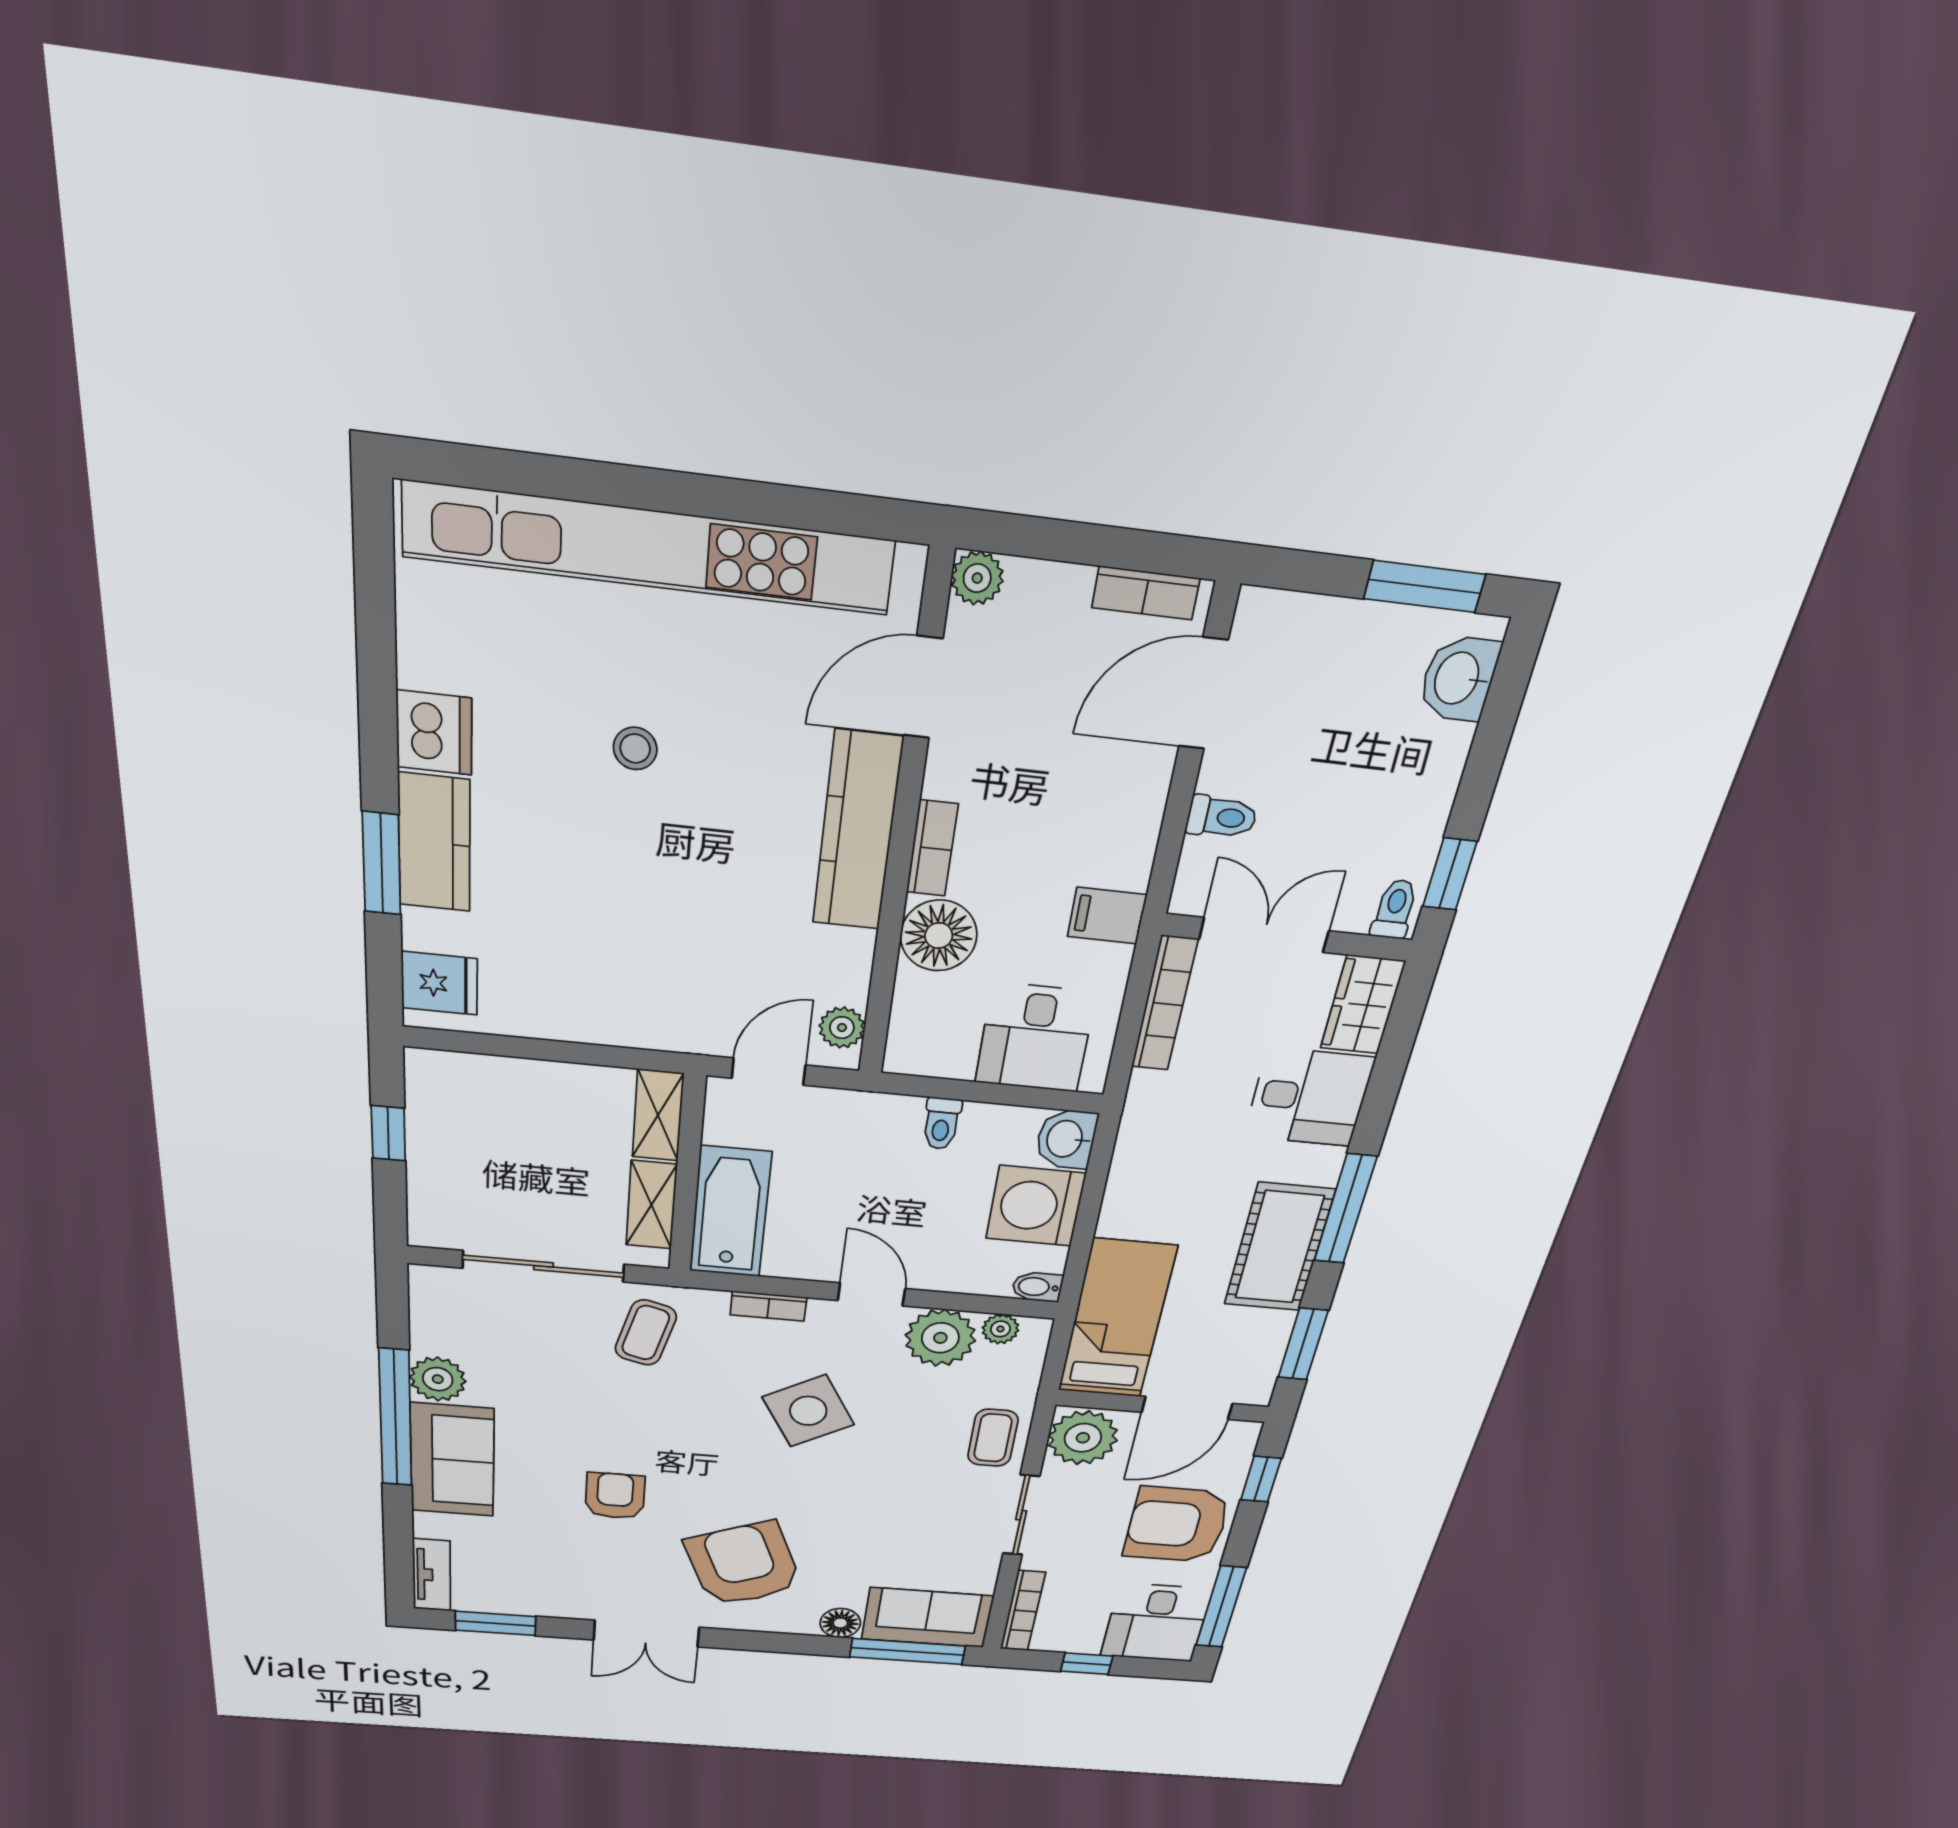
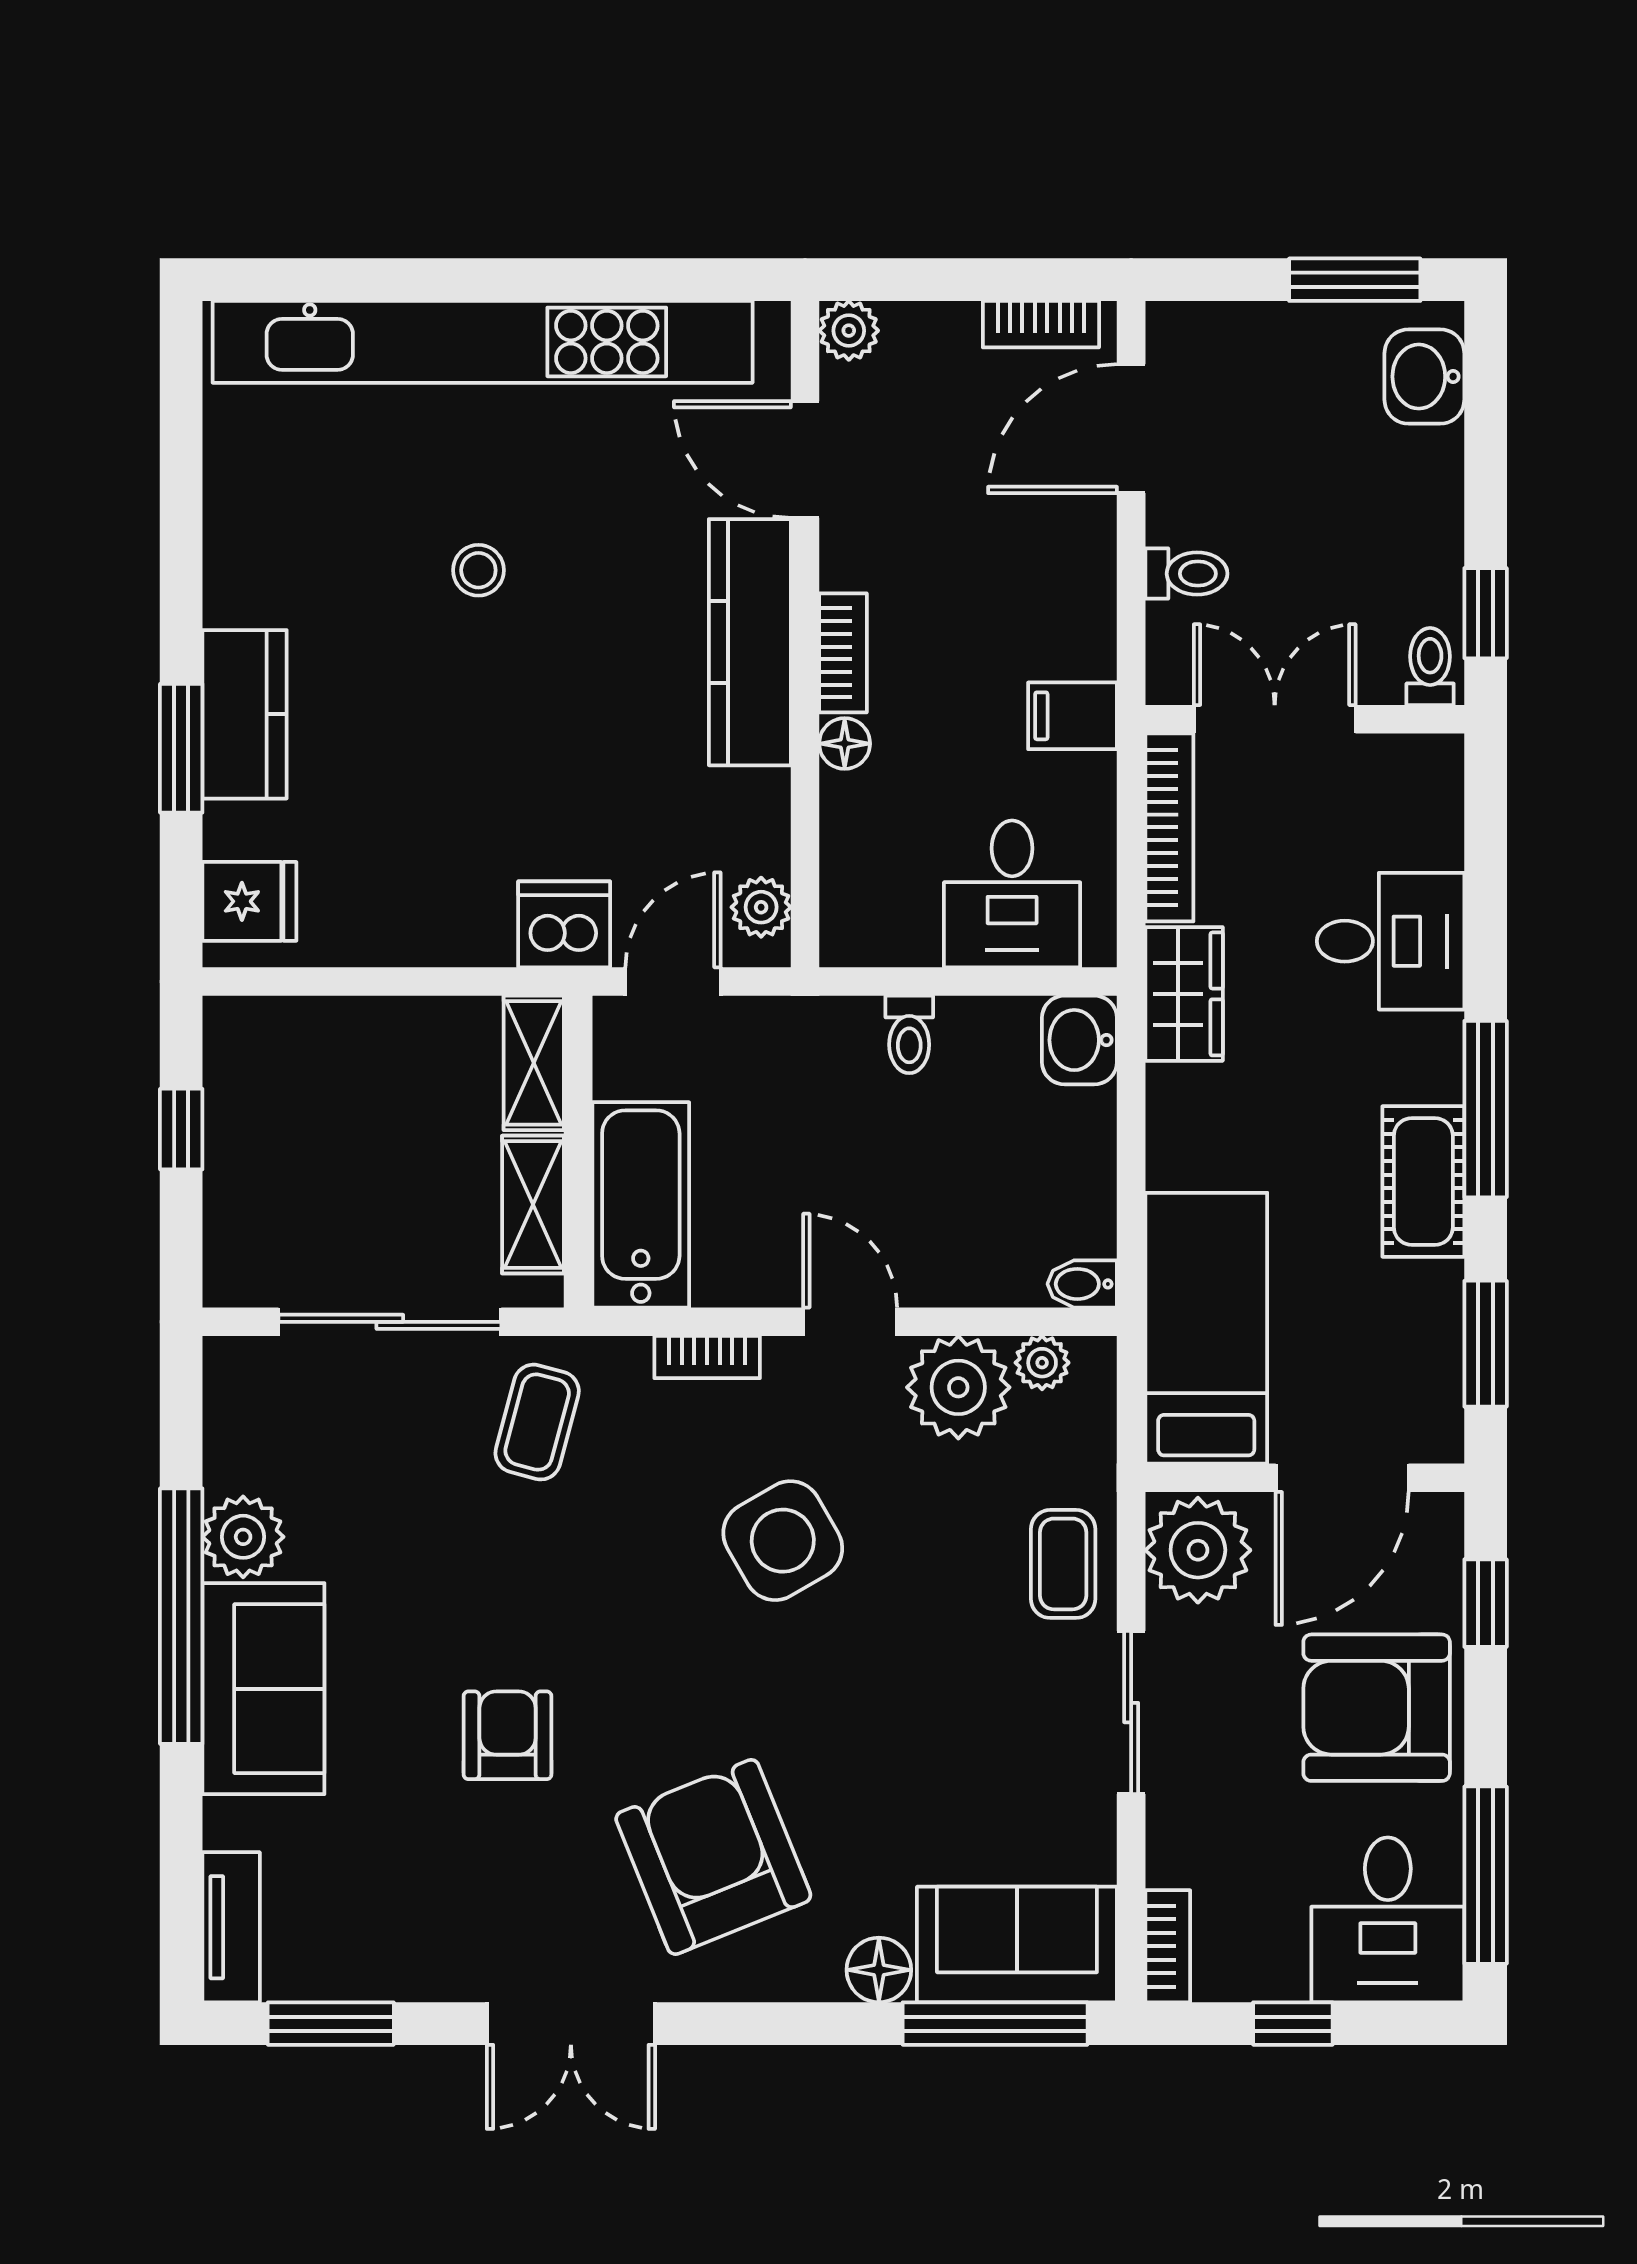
door: (923, 687) -> (805, 459), hinge flipped
dishwasher: (434, 733) -> (564, 924), moved, turned -90
floor lamp: (939, 936) -> (845, 744), width x0.53, depth x0.53
wardrobe: (1363, 1005) -> (1184, 994), moved, turned 180
washing machine: (1036, 1206) -> (1057, 1150), removed
cot: (1279, 1247) -> (1423, 1182), width x0.73, depth x0.75
bookcase: (1023, 1611) -> (1168, 1946), width x0.64

